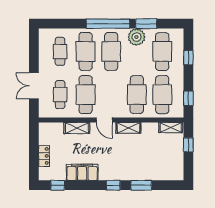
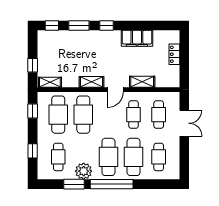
cafe table: (162, 51) -> (58, 157), width x0.73, depth x0.74
cafe table: (86, 95) -> (134, 115), width x0.73, depth x0.74
door: (104, 120) -> (115, 90), swing flipped
window: (58, 185) -> (52, 25), moved

